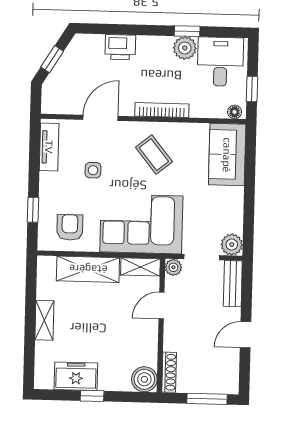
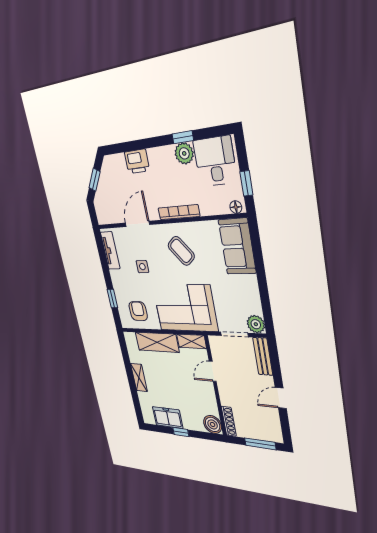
plant: (173, 267) -> (215, 342), removed

